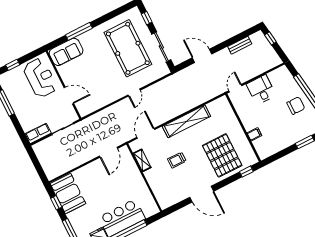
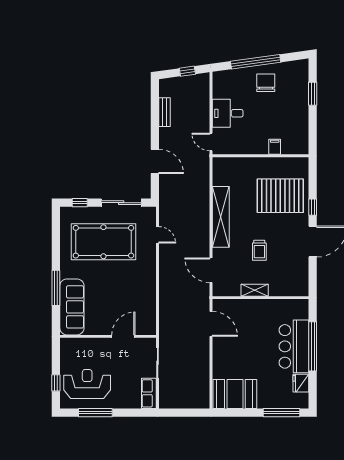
window: (270, 38) -> (187, 71), moved
sofa: (66, 52) -> (72, 307), width x1.36
door: (202, 56) -> (155, 161), swing flipped
reception desk: (40, 78) -> (87, 384), moved
door: (134, 93) -> (158, 235), moved
shelving: (142, 160) -> (255, 290), moved
window: (246, 172) -> (313, 207), moved
window: (56, 203) -> (239, 413), removed

